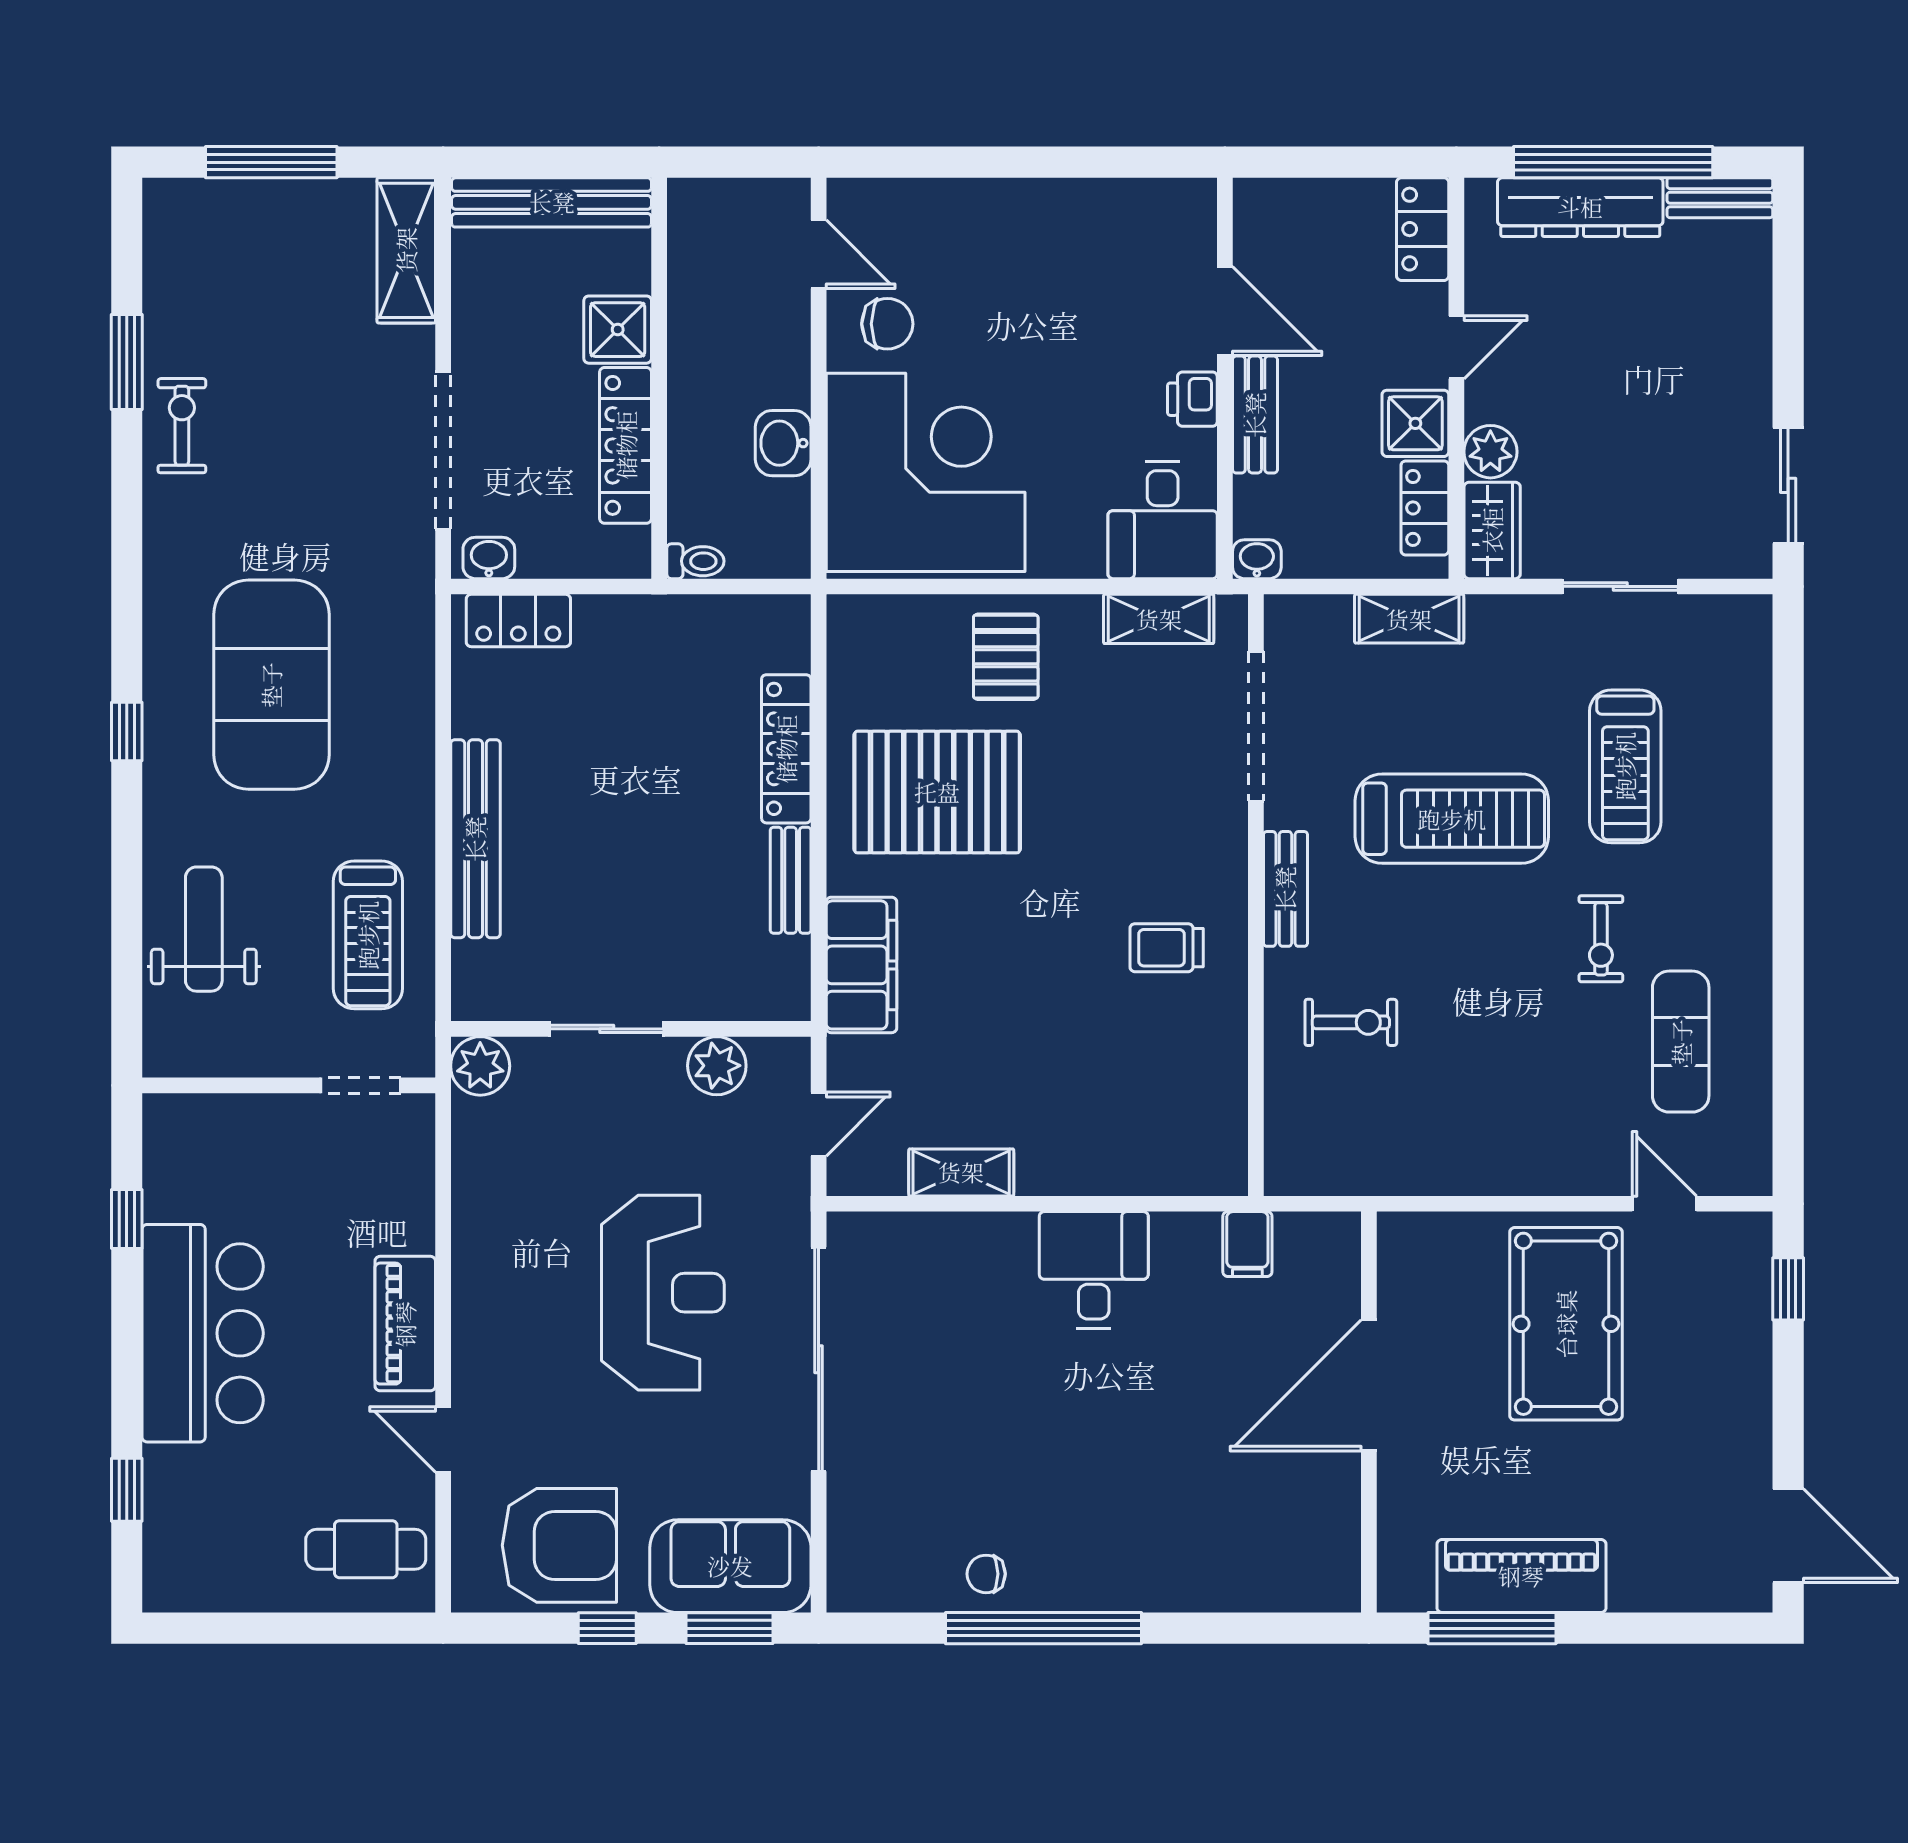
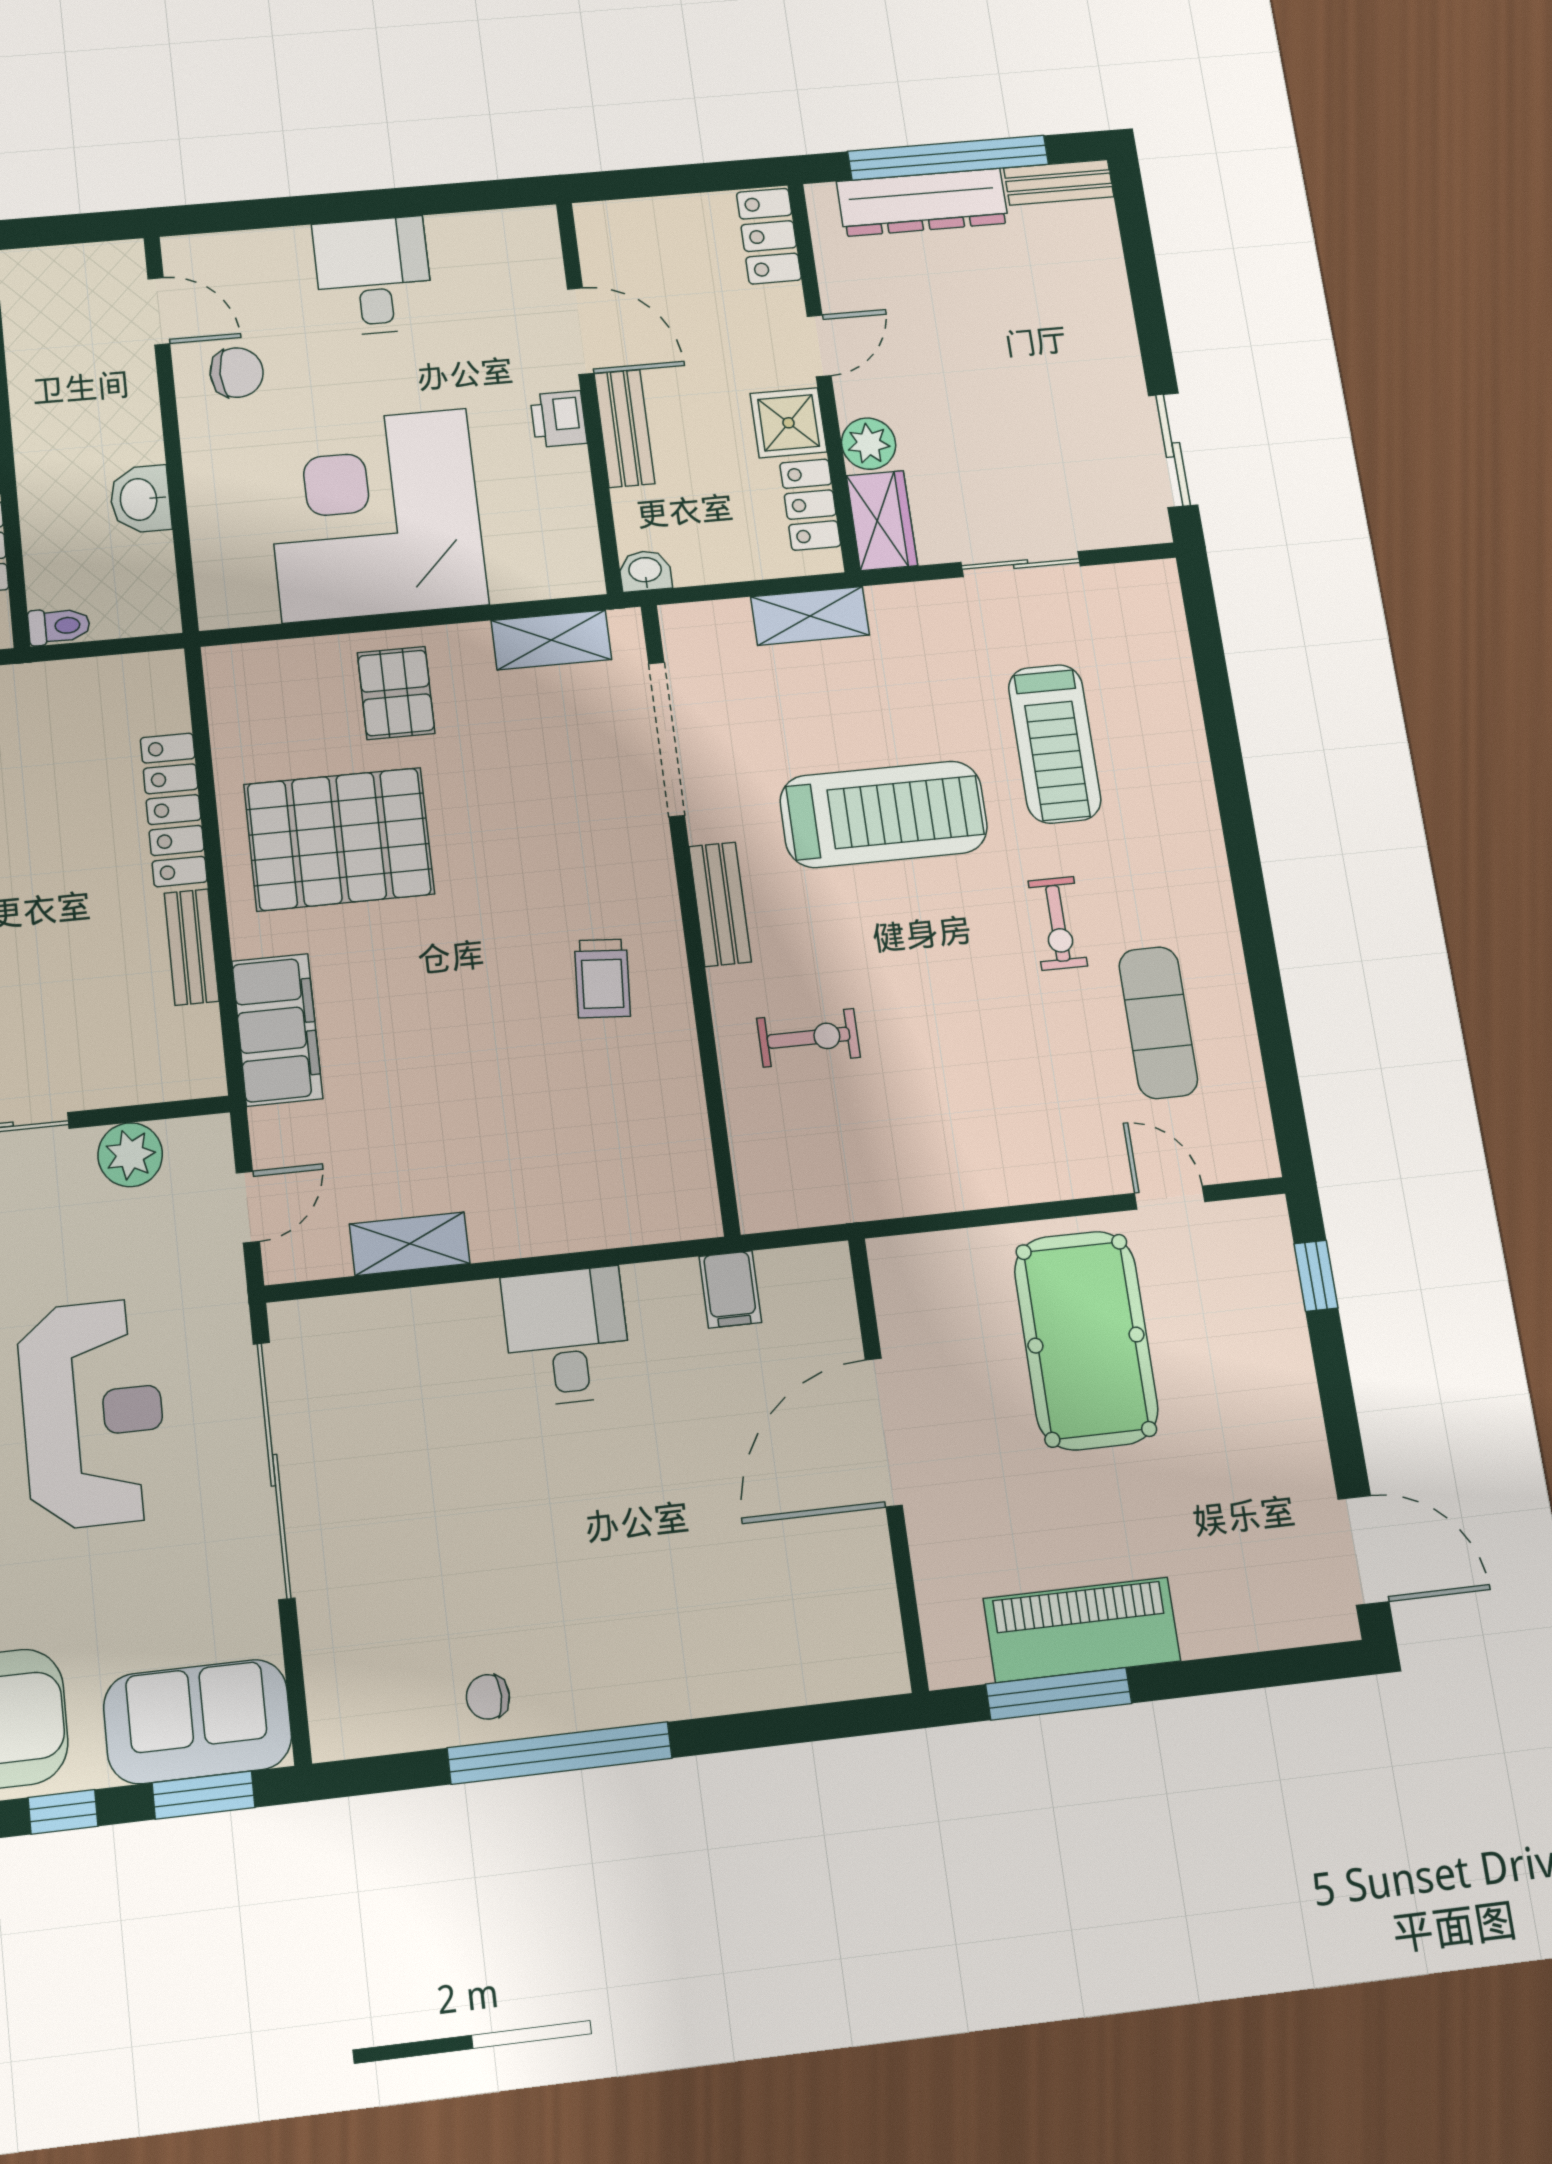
corner desk: (926, 472) -> (375, 515), moved, turned -90
desk: (1163, 520) -> (373, 276), moved, turned 180
trolley: (1167, 948) -> (602, 978), turned -86

